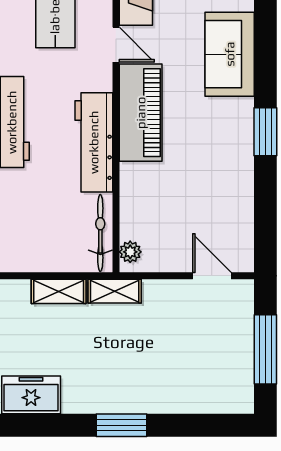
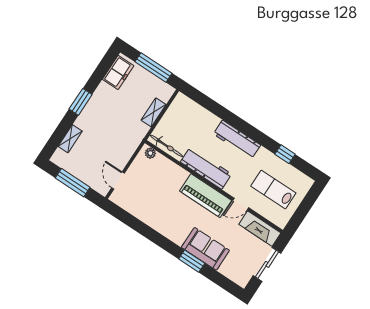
window: (265, 132) -> (192, 261), moved
door: (212, 276) -> (118, 181), swing flipped
shelving: (115, 291) -> (70, 139), moved

